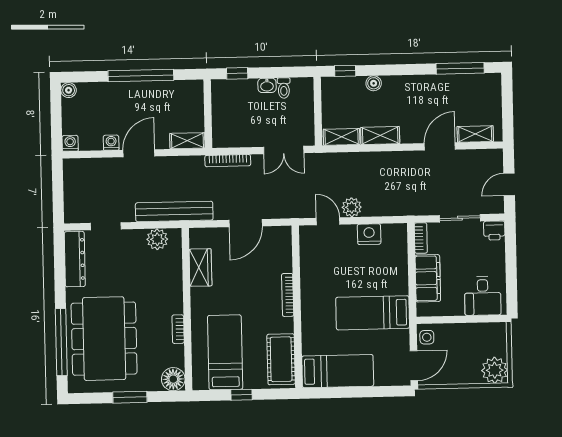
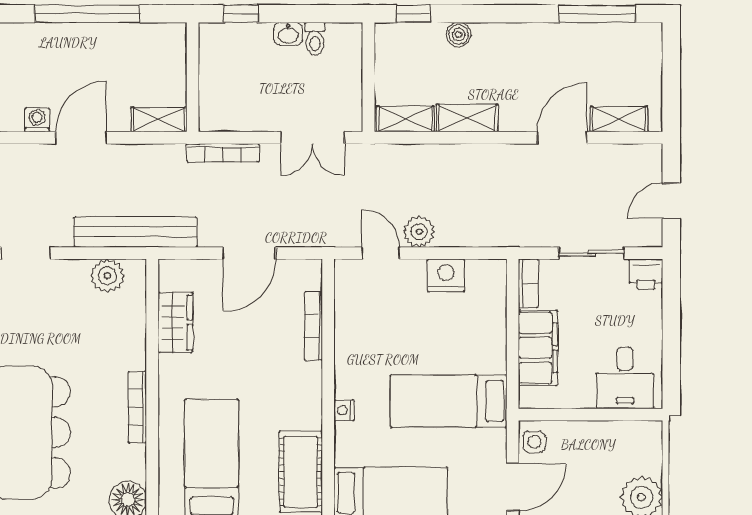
bookcase: (288, 295) -> (314, 326), moved
nightstand: (307, 320) -> (344, 410), added
bookcase: (178, 329) -> (137, 407), width x1.56

